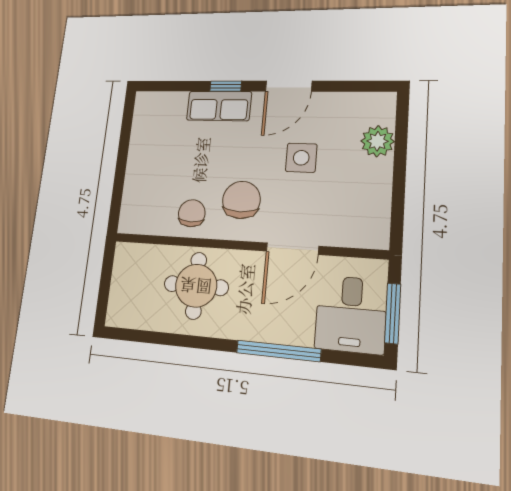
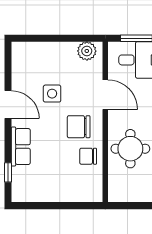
window: (226, 86) -> (8, 172), moved
plant: (378, 141) -> (87, 51), moved

